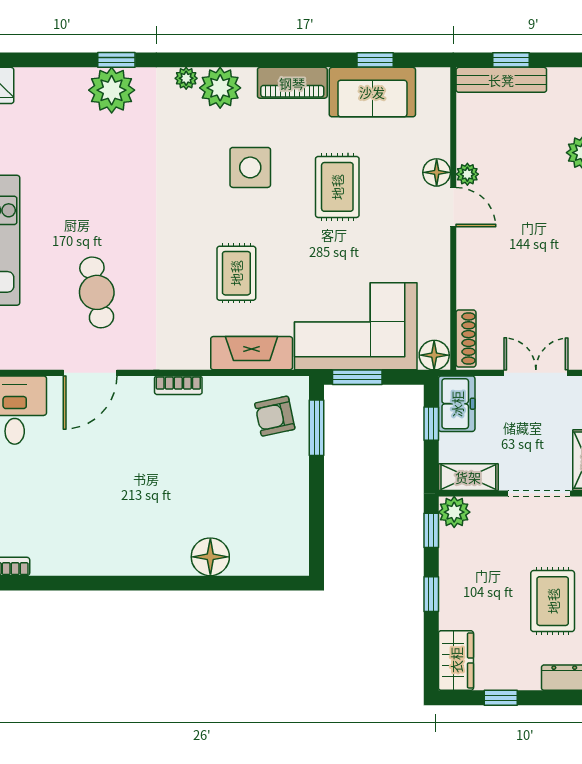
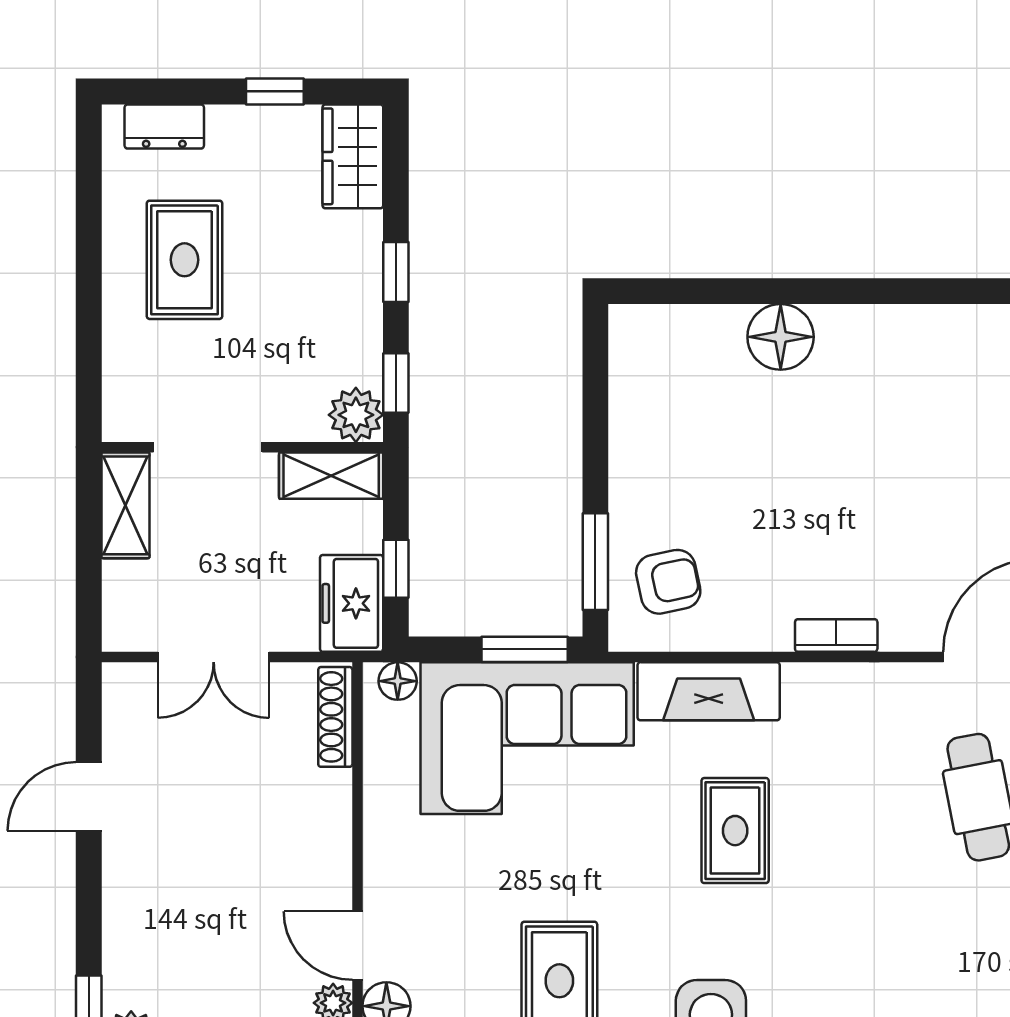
floor lamp: (434, 355) -> (398, 681), width x0.73, depth x0.73

